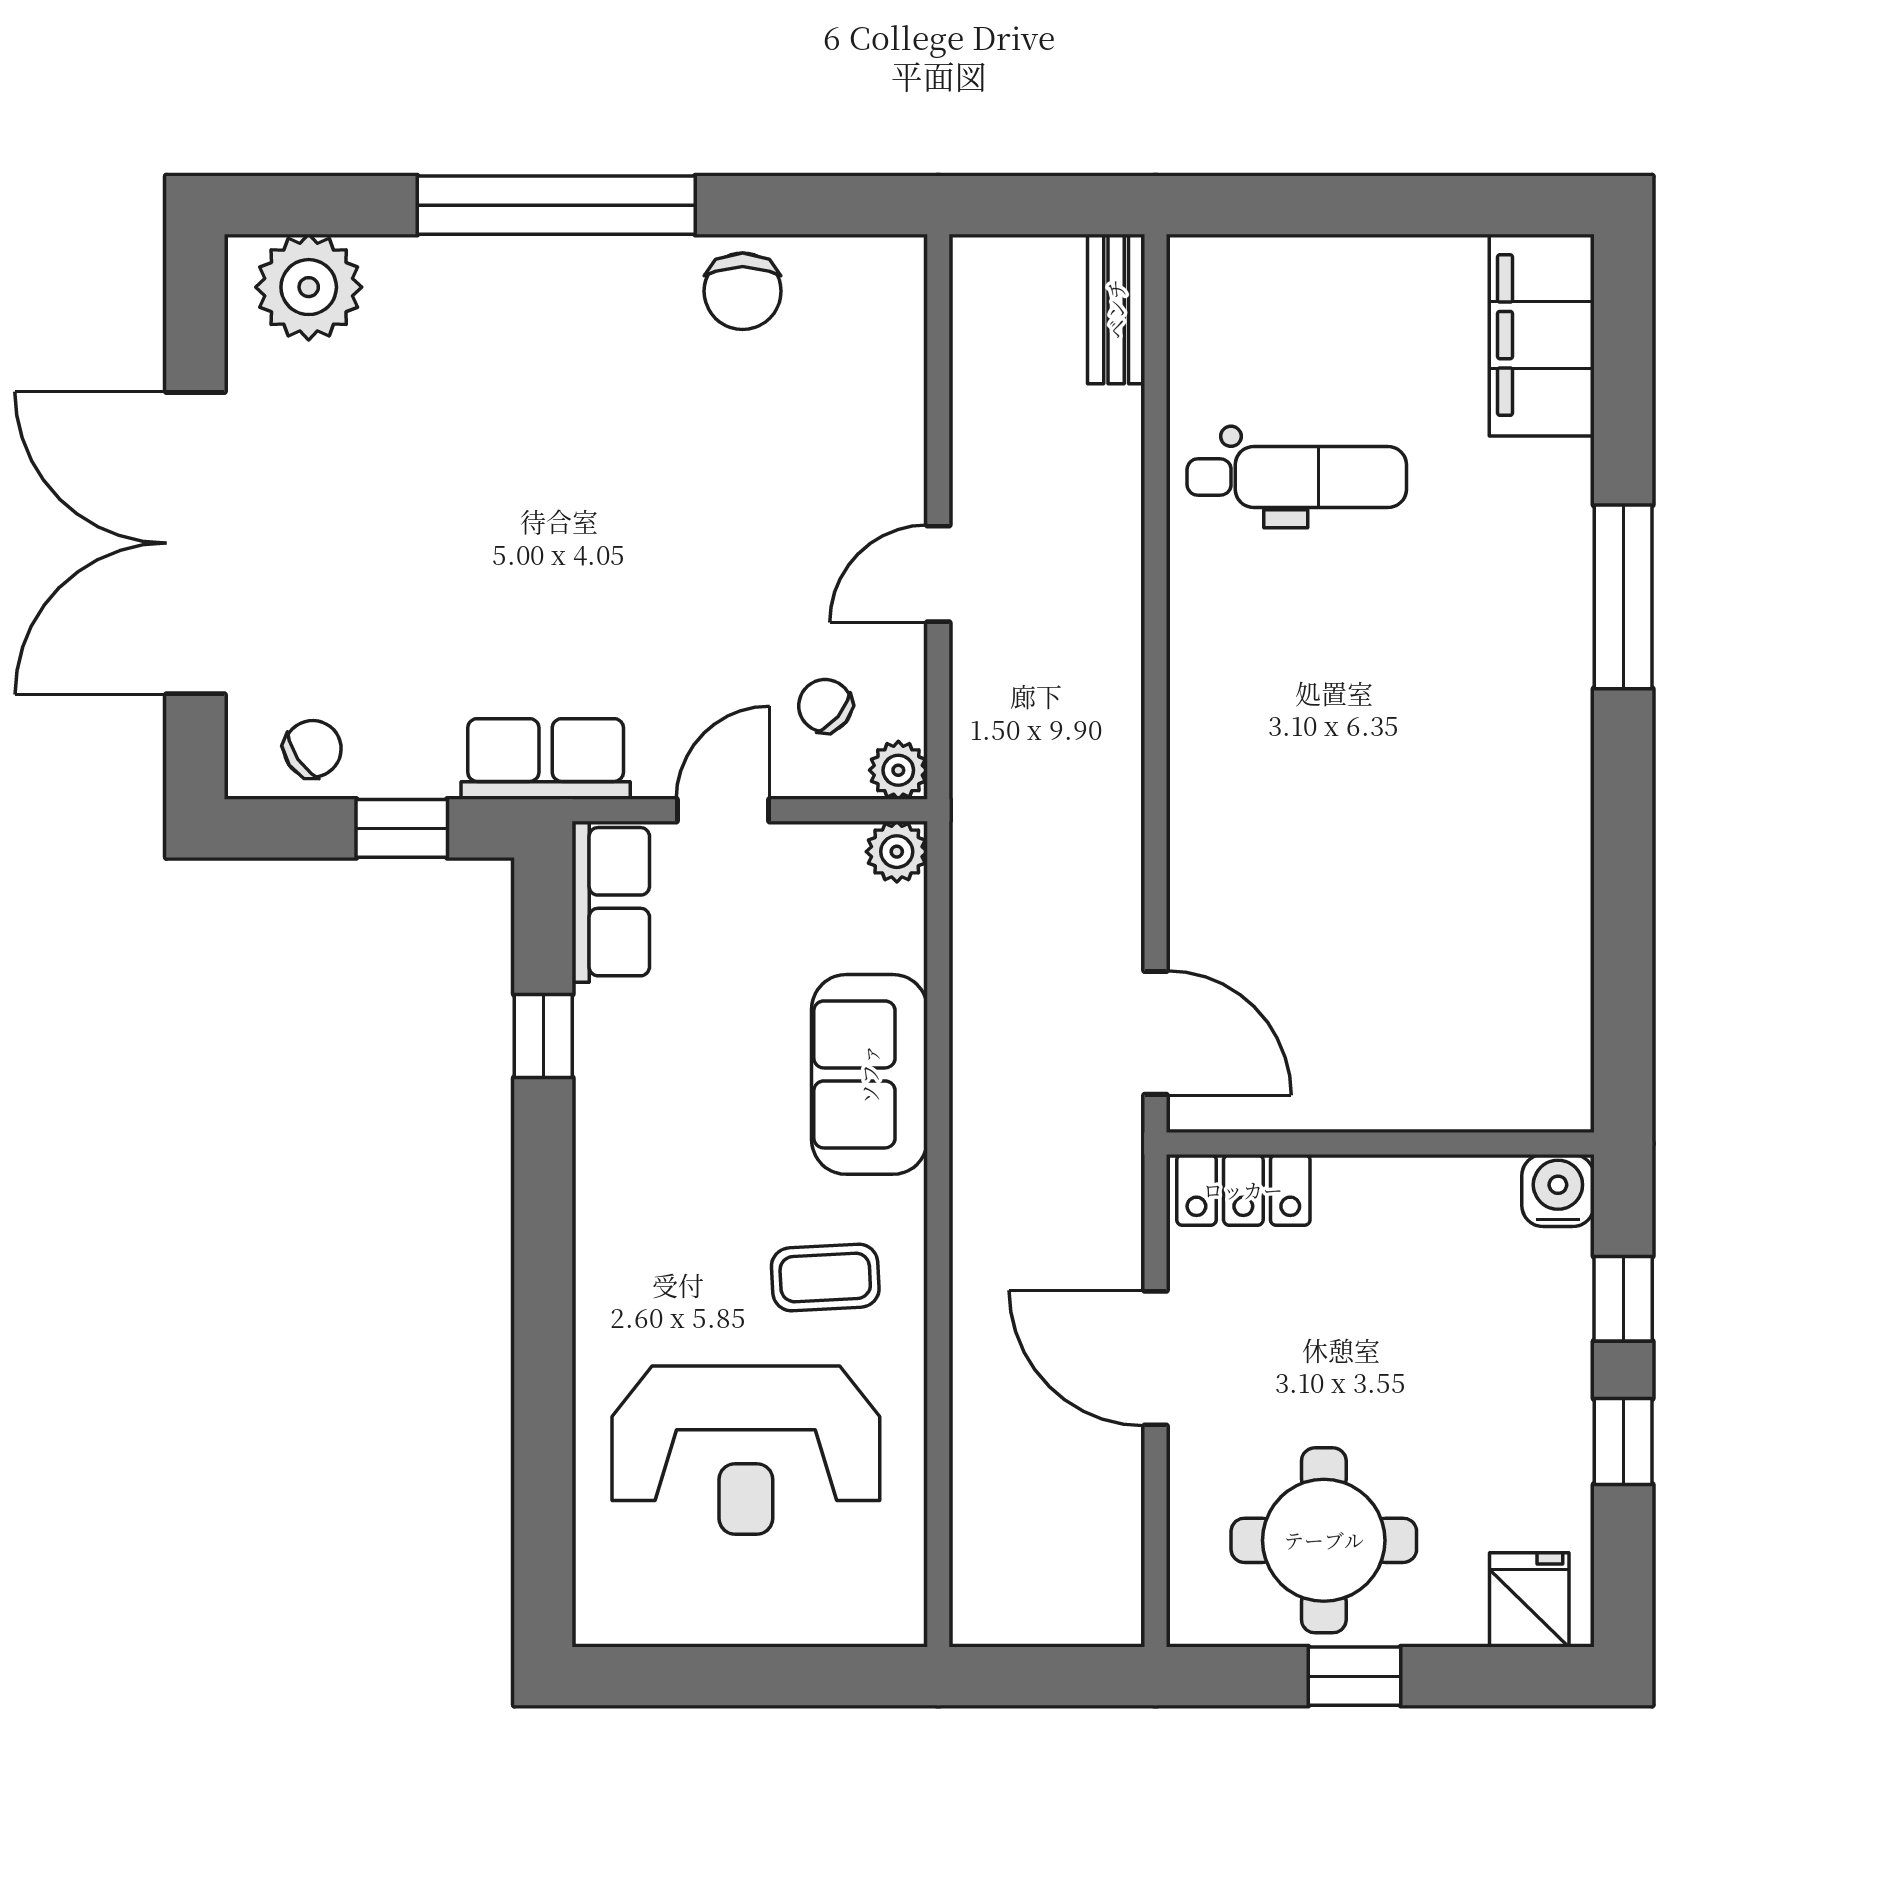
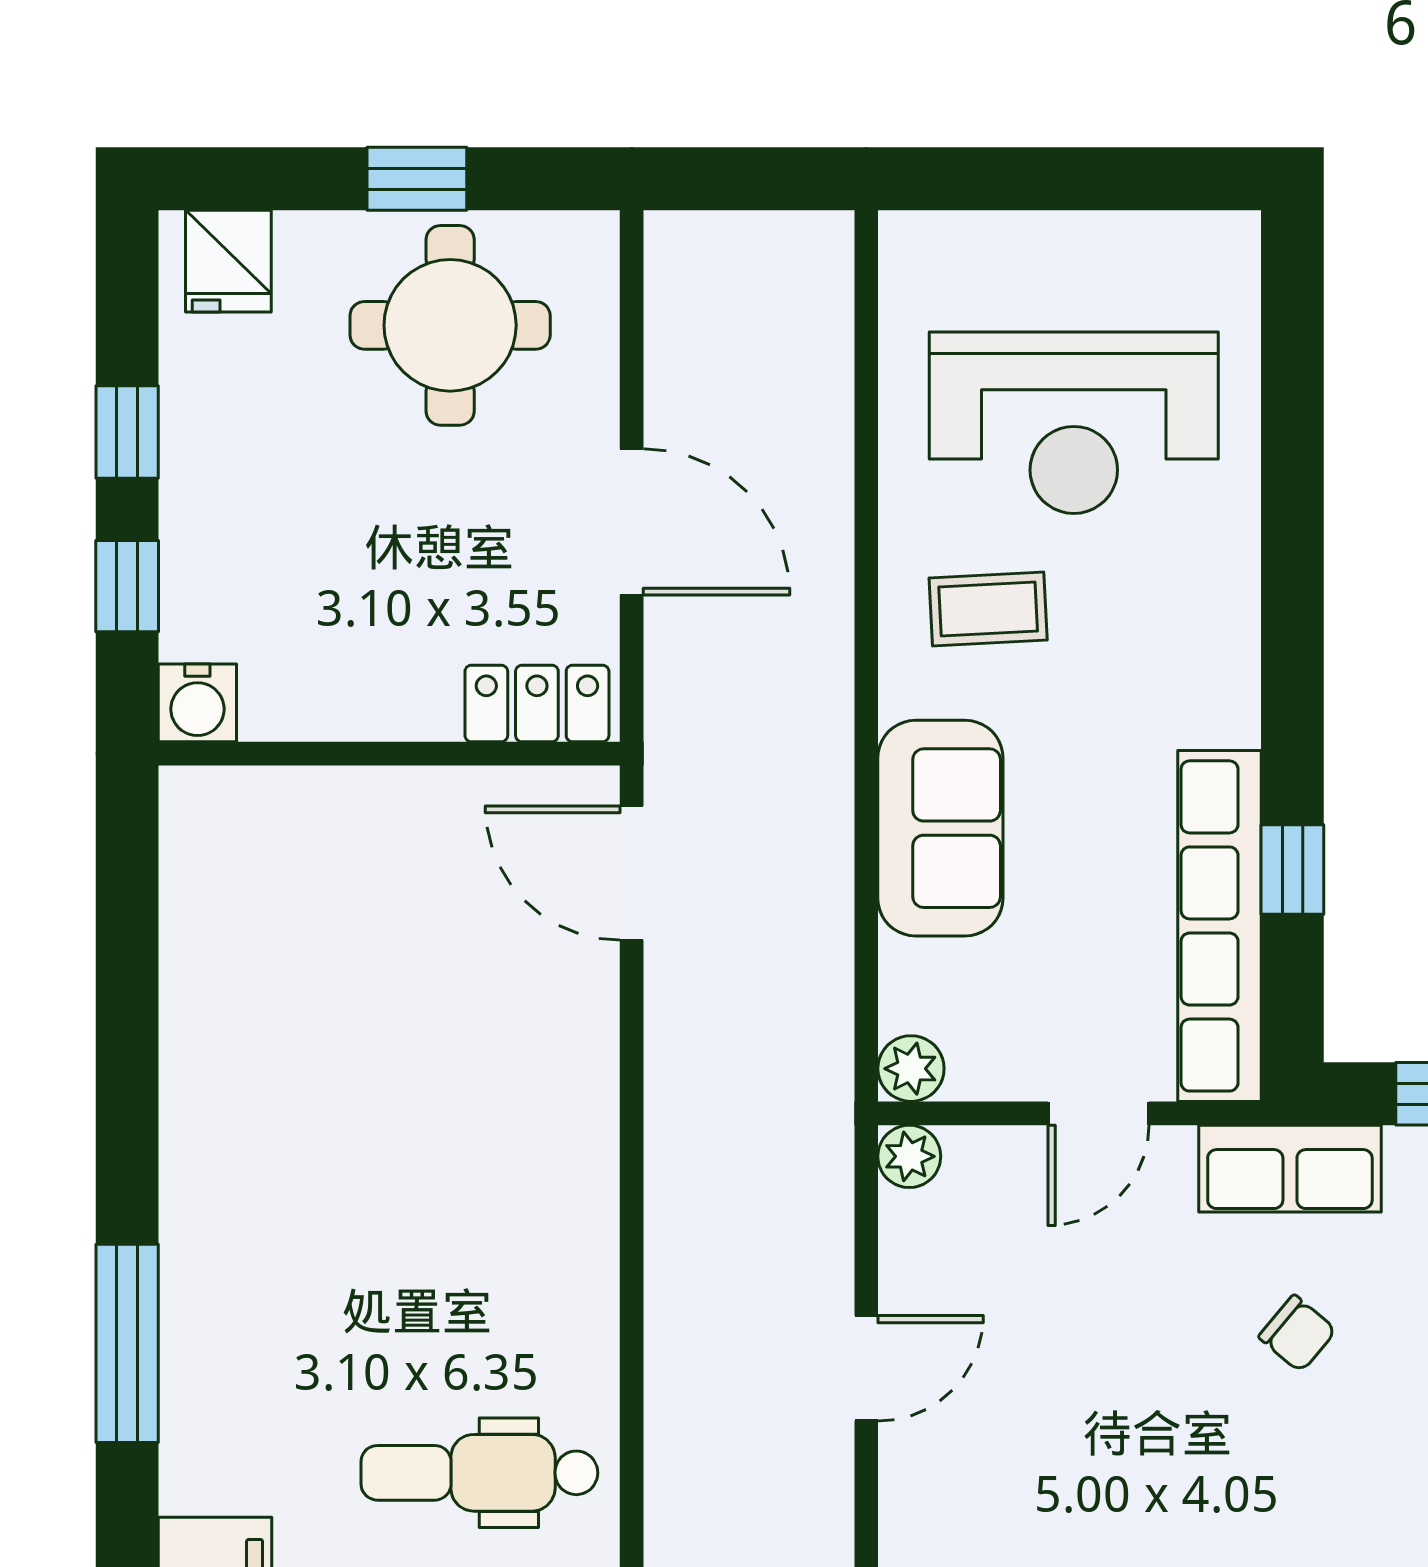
chair: (825, 706) -> (1297, 1333), moved
row of seats: (611, 902) -> (1220, 926), width x2.02
reception desk: (746, 1450) -> (1074, 423), turned 180

